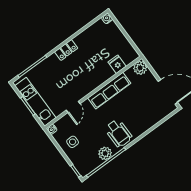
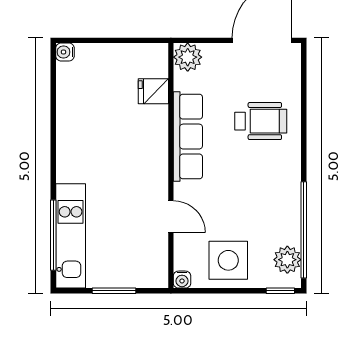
locker: (66, 50) -> (67, 159), removed
kitchen unit: (35, 102) -> (71, 236), moved, turned 90
wheelchair: (119, 133) -> (261, 121), moved
side table: (73, 142) -> (228, 260), width x1.87, depth x1.87
plant: (105, 153) -> (287, 260), moved

